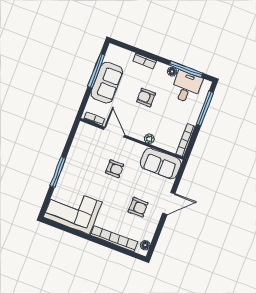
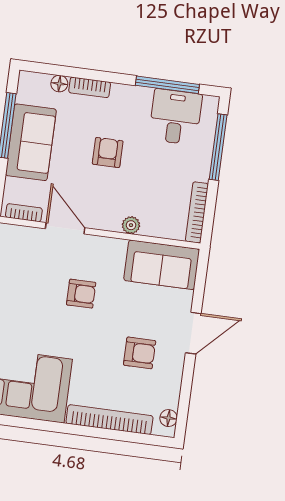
floor lamp: (172, 72) -> (59, 84), moved
armchair: (146, 97) -> (108, 152), turned 90

